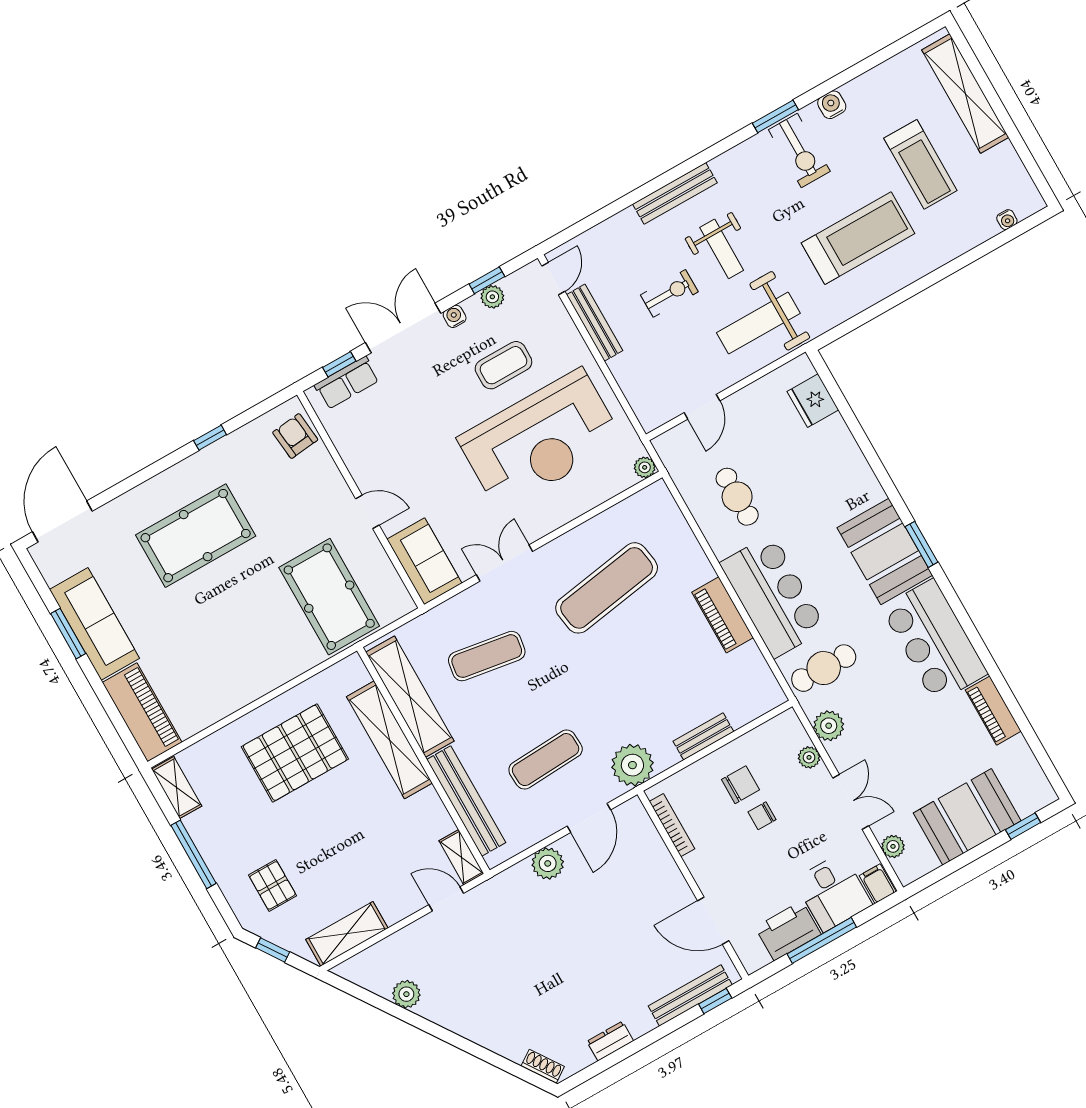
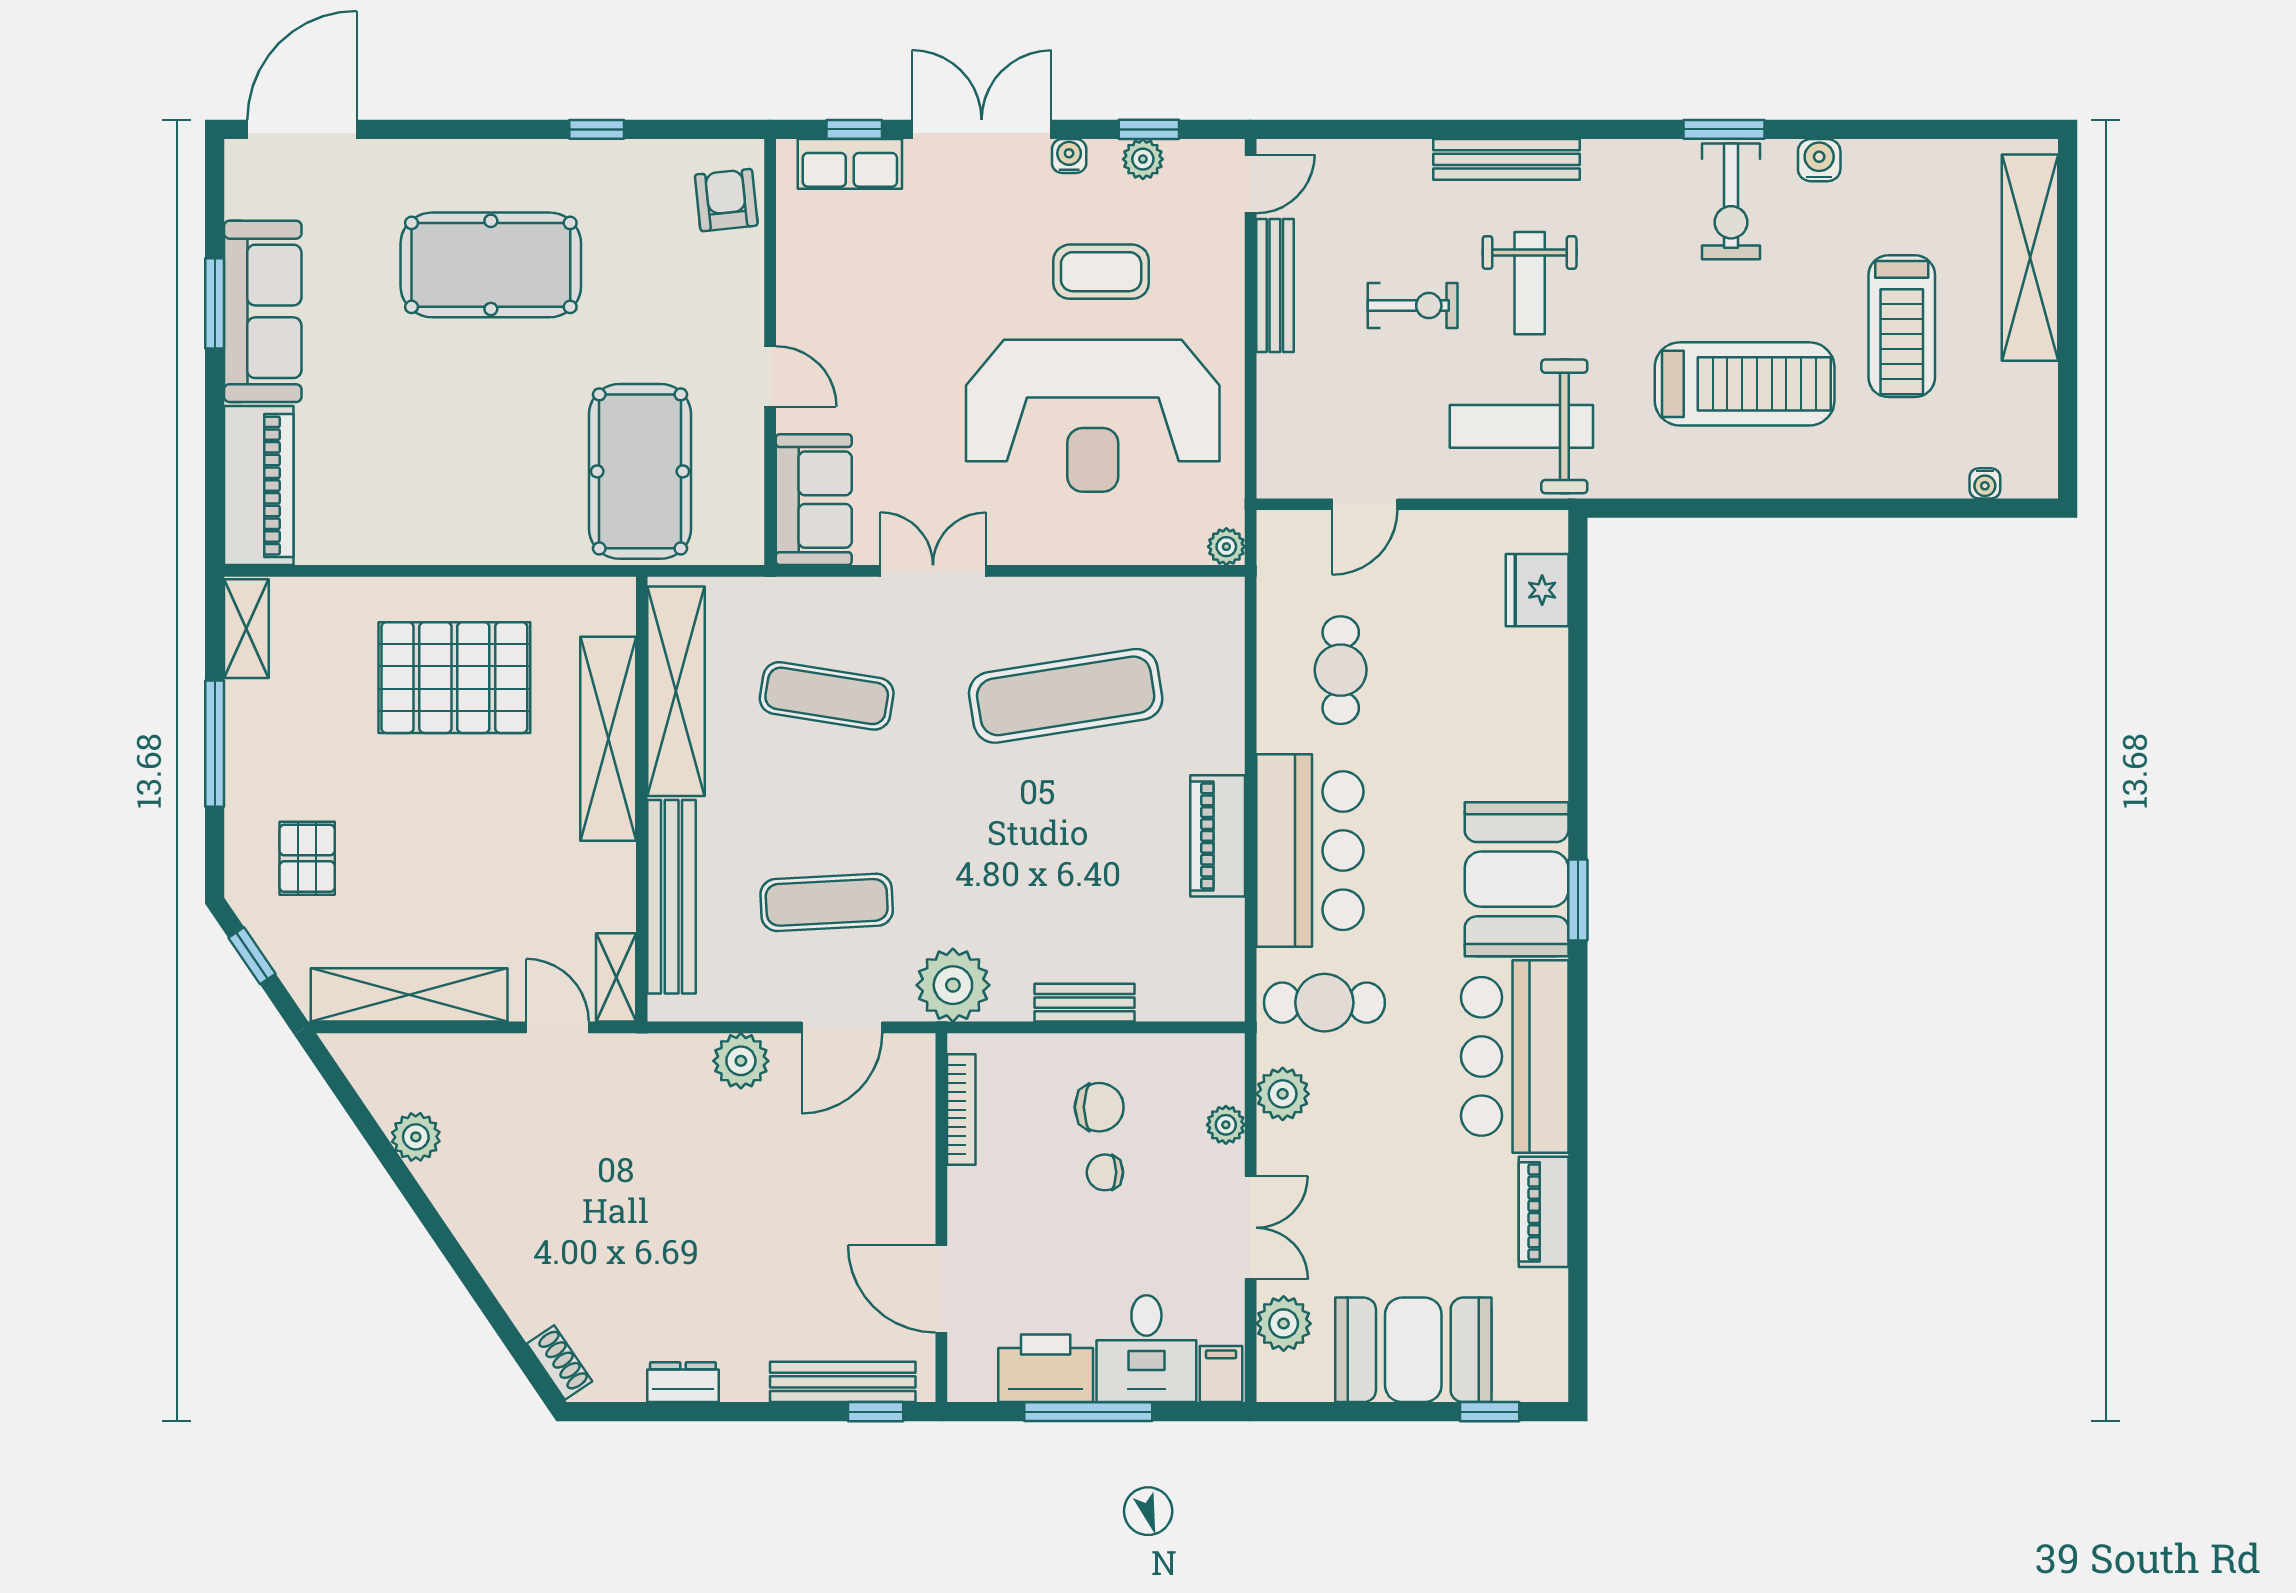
plant: (893, 846) -> (1284, 1324), width x1.38, depth x1.38
shelving: (347, 934) -> (409, 995), width x1.47

